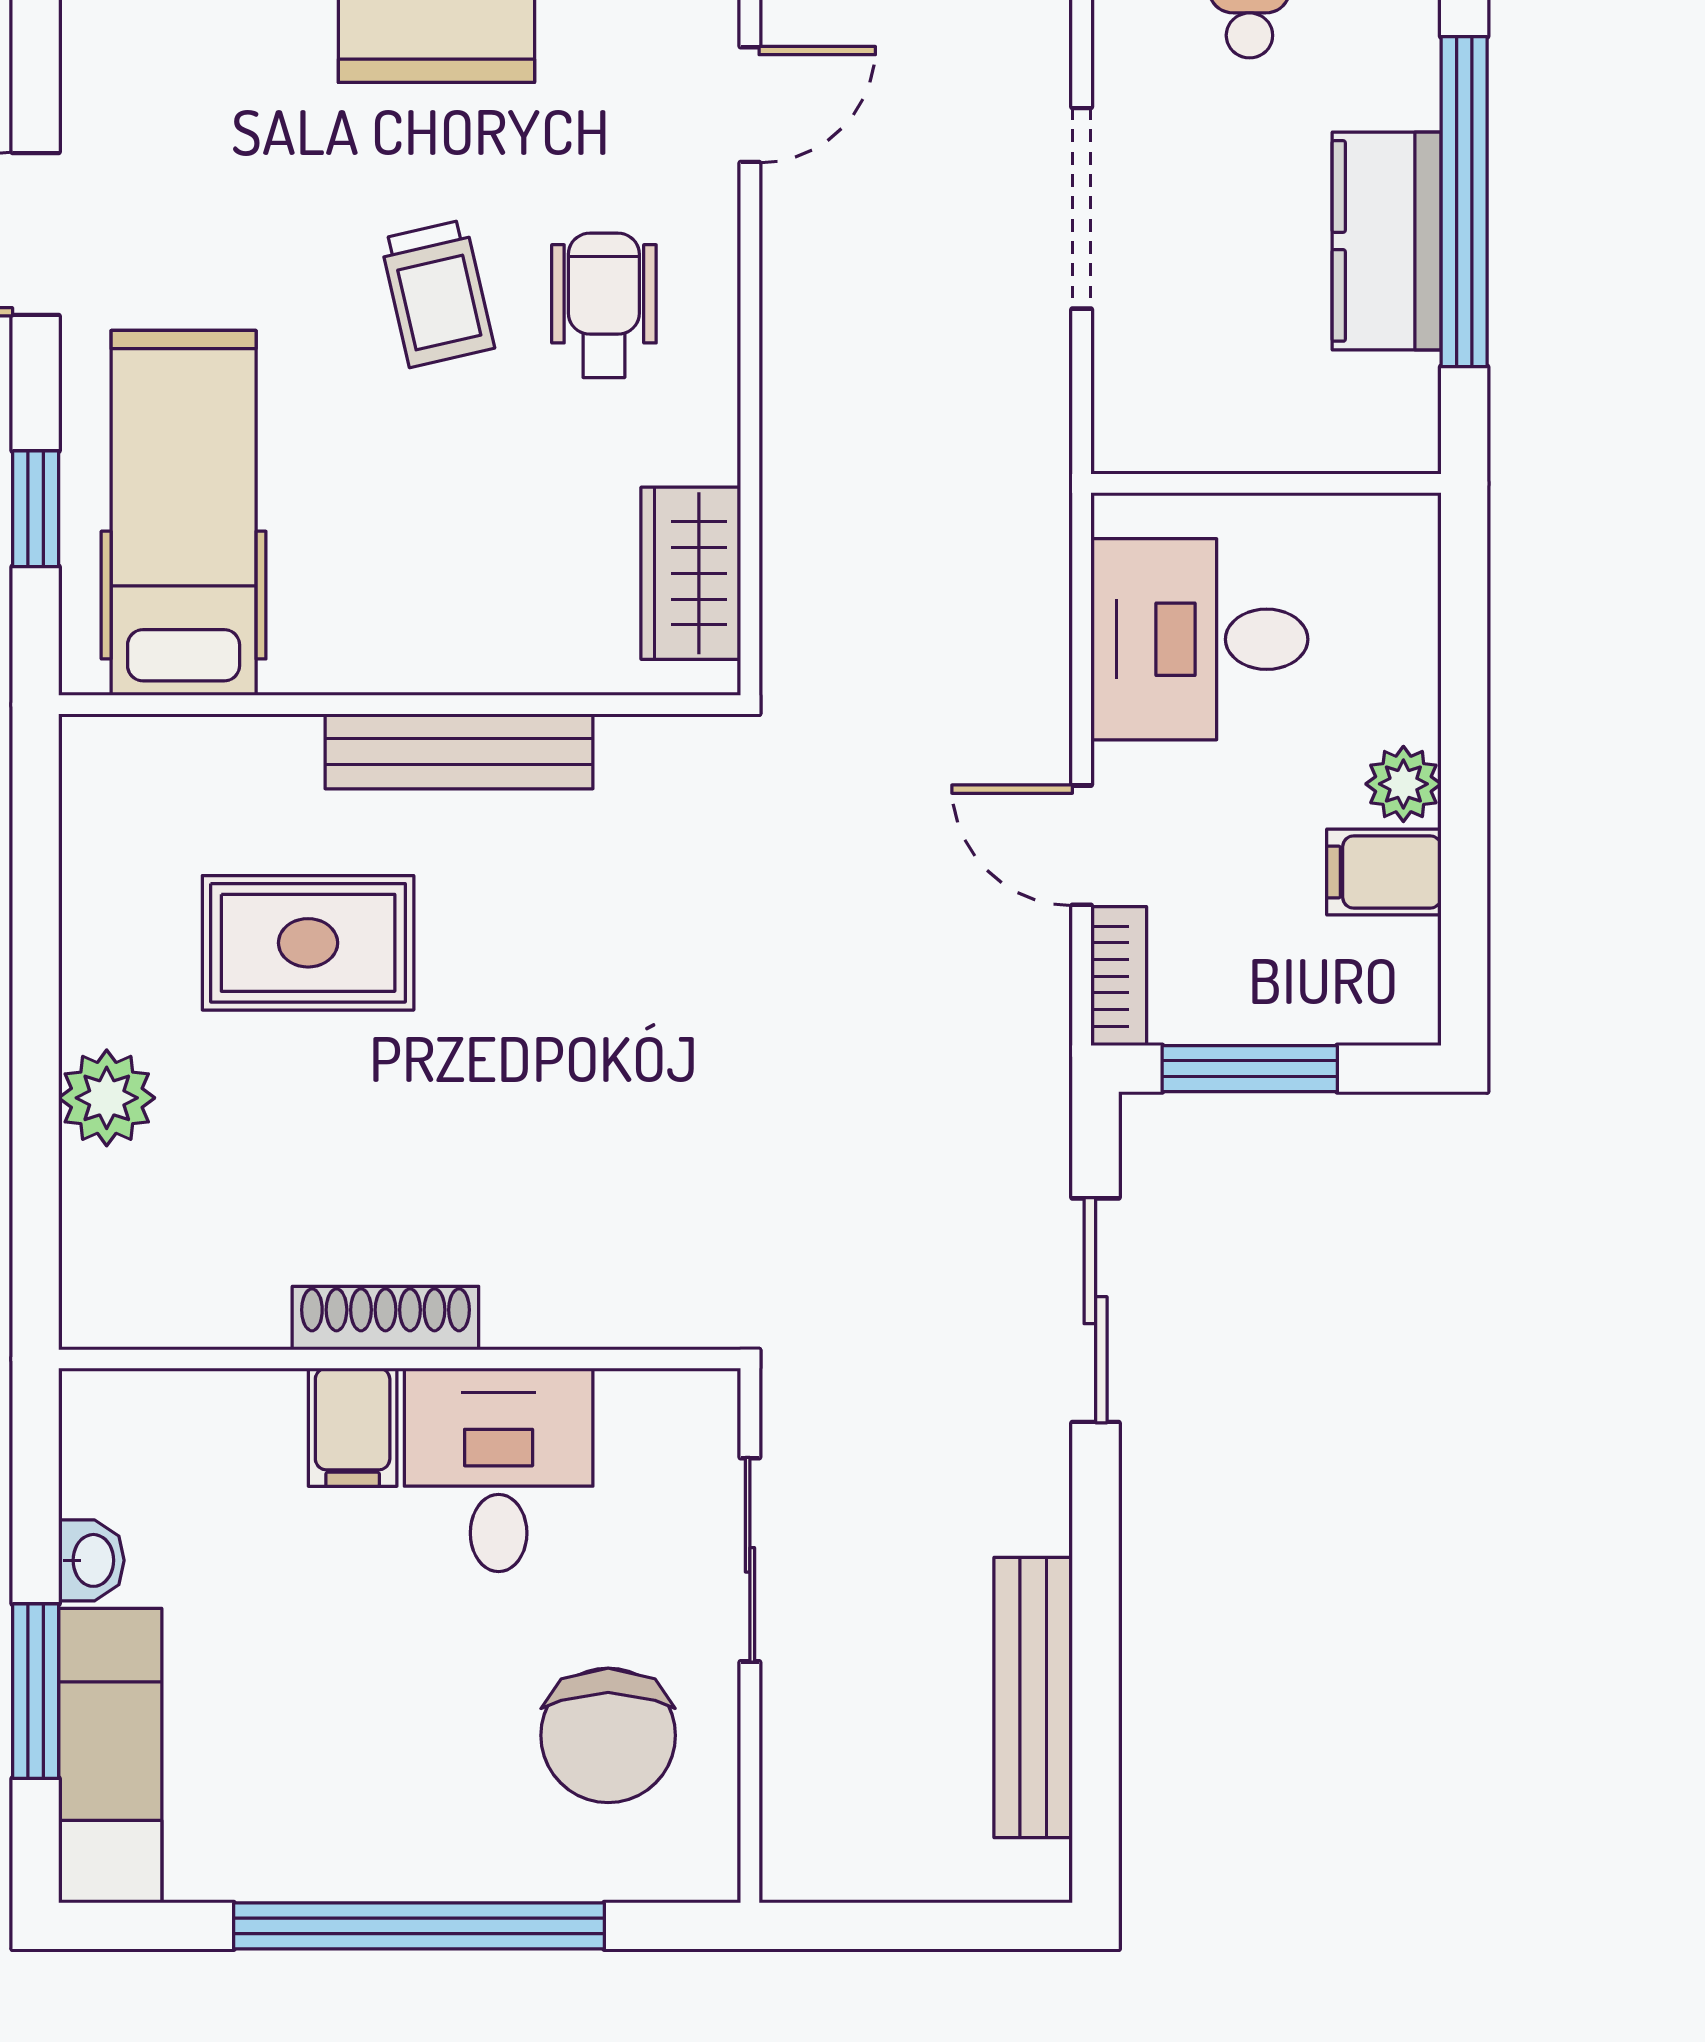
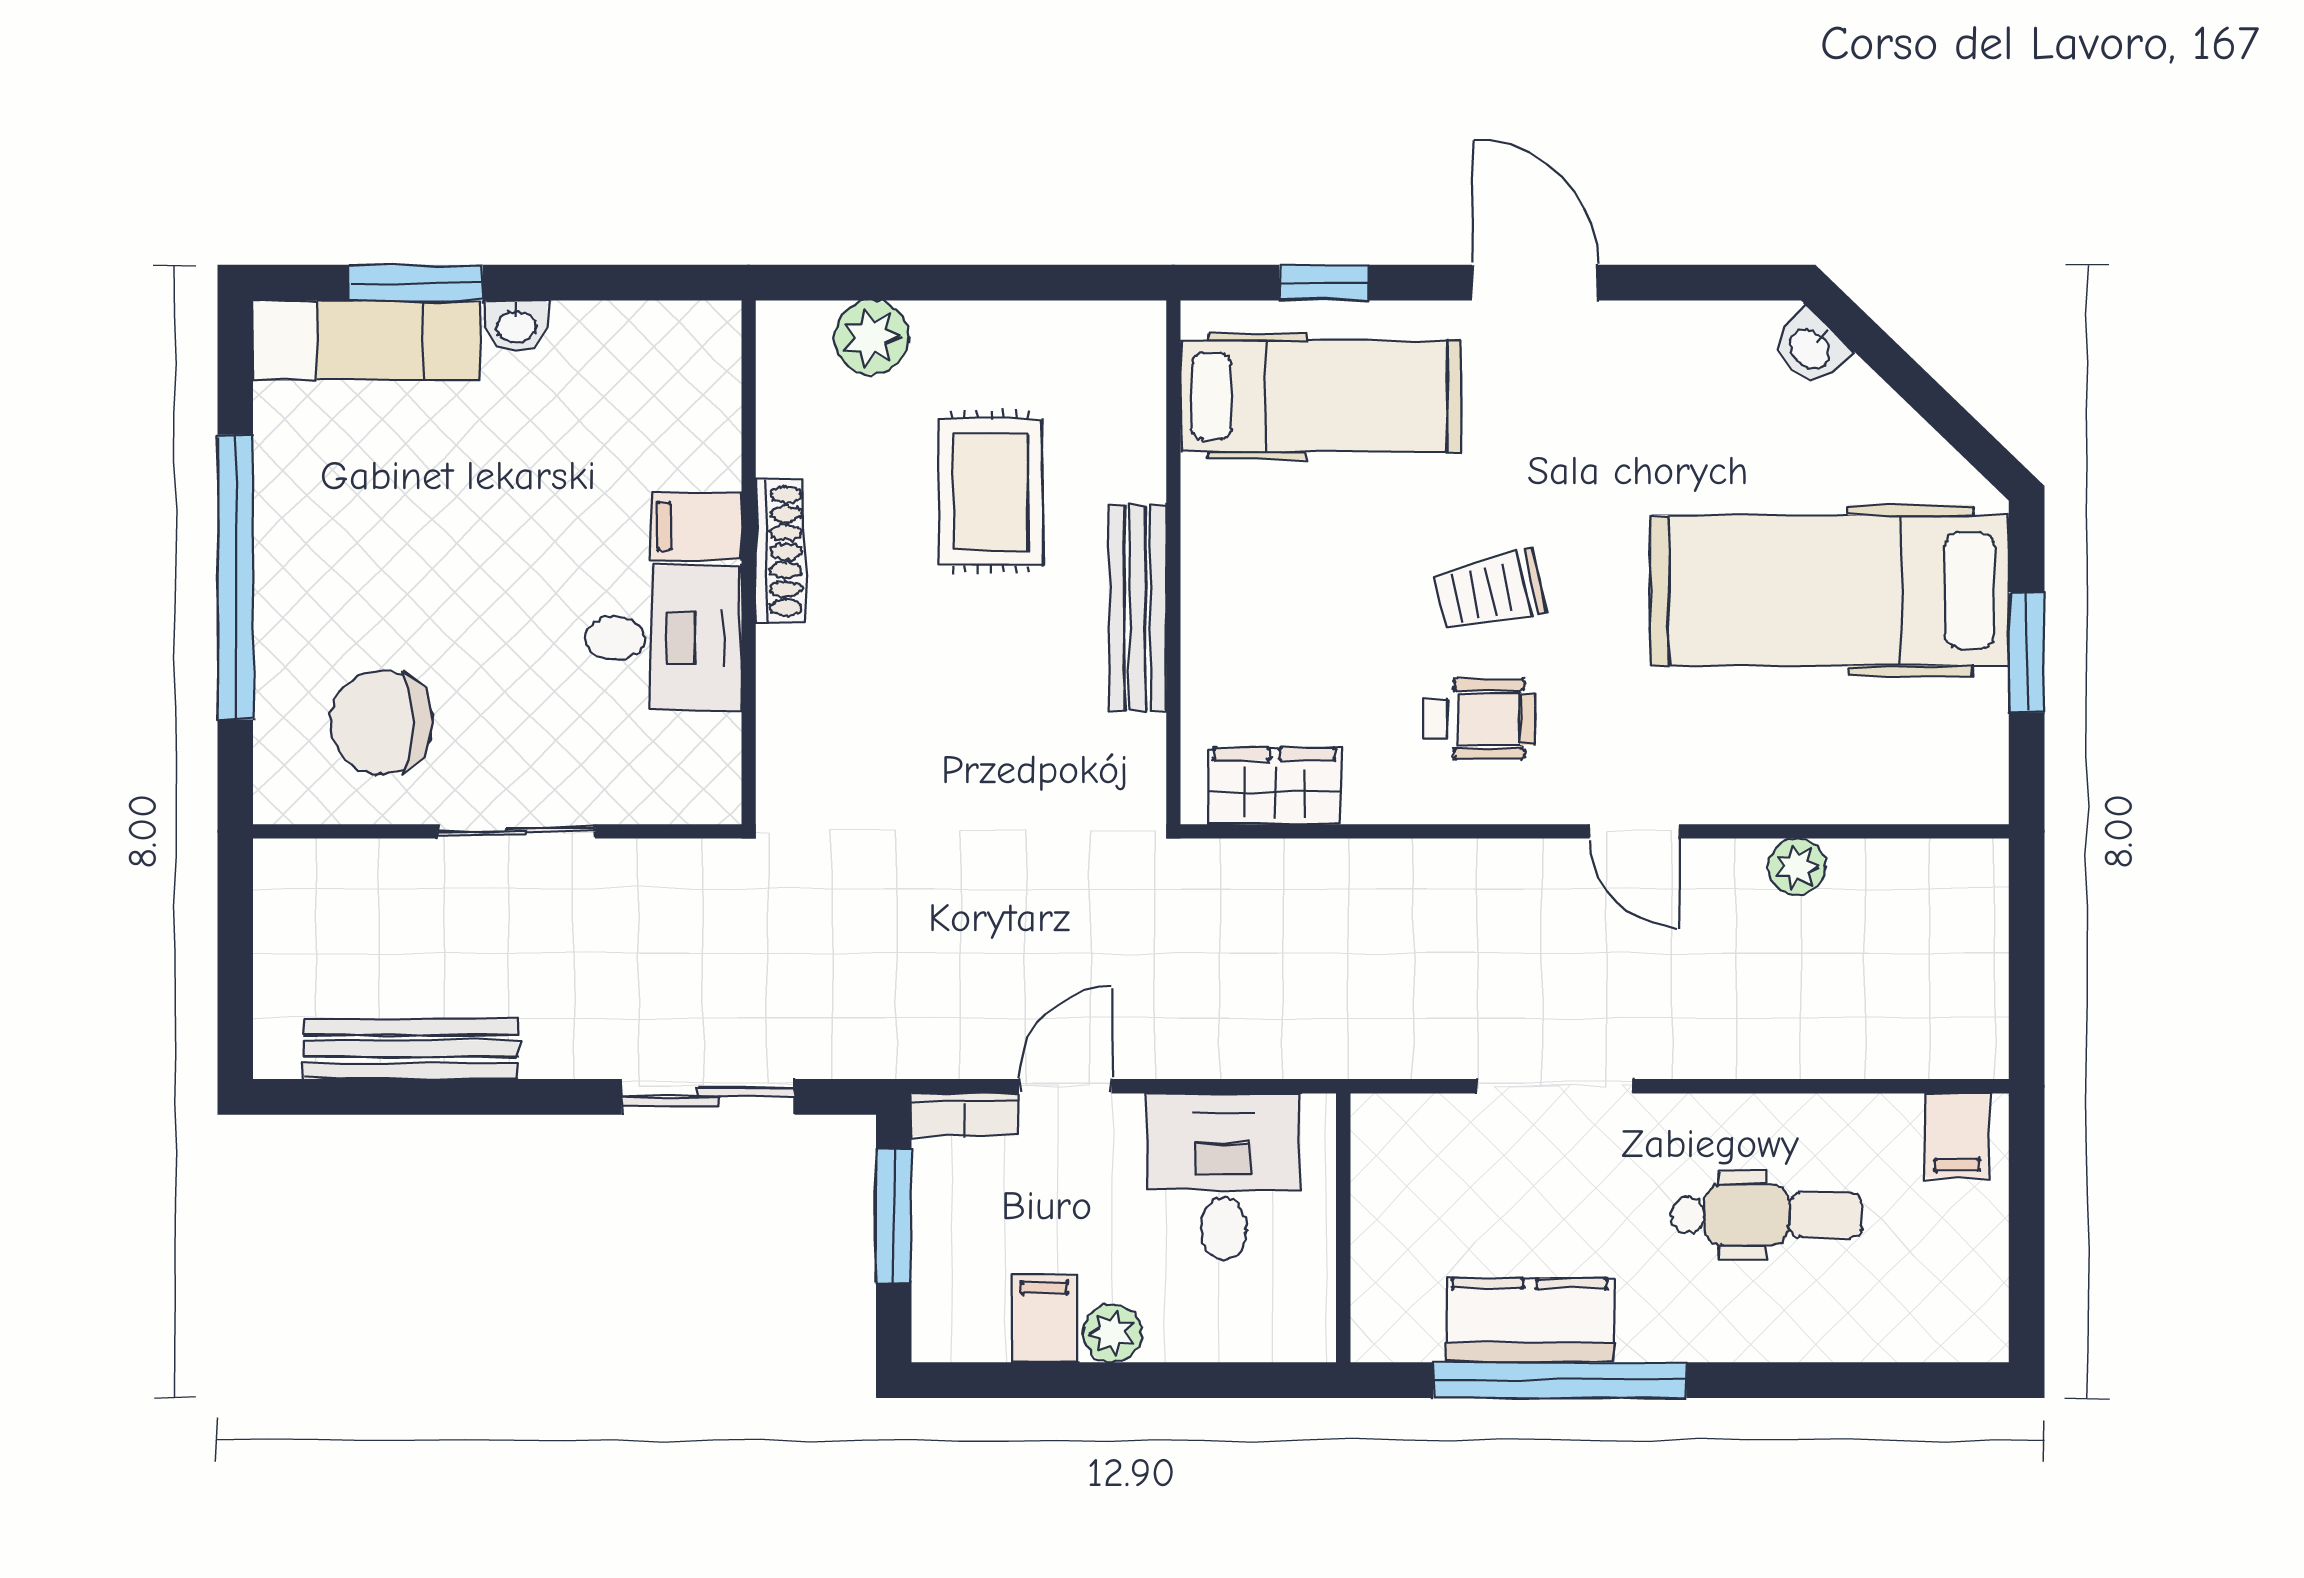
shoe rack: (385, 1318) -> (780, 551), moved
wall: (400, 1359) -> (749, 562), moved
filing cabinet: (353, 1427) -> (696, 526), moved
desk: (499, 1470) -> (663, 638), moved

